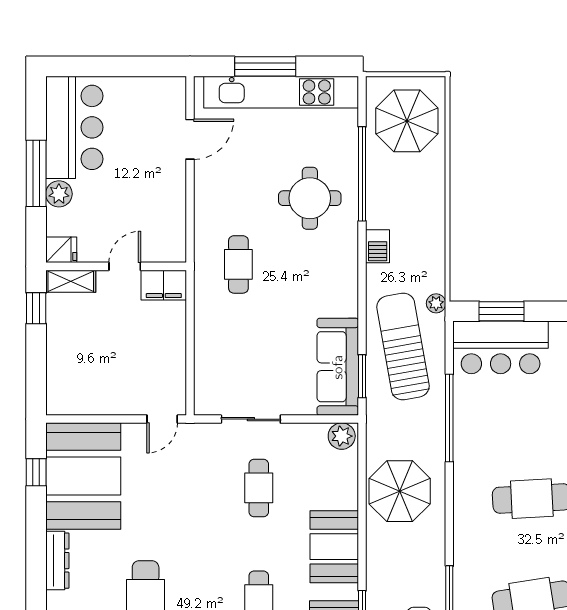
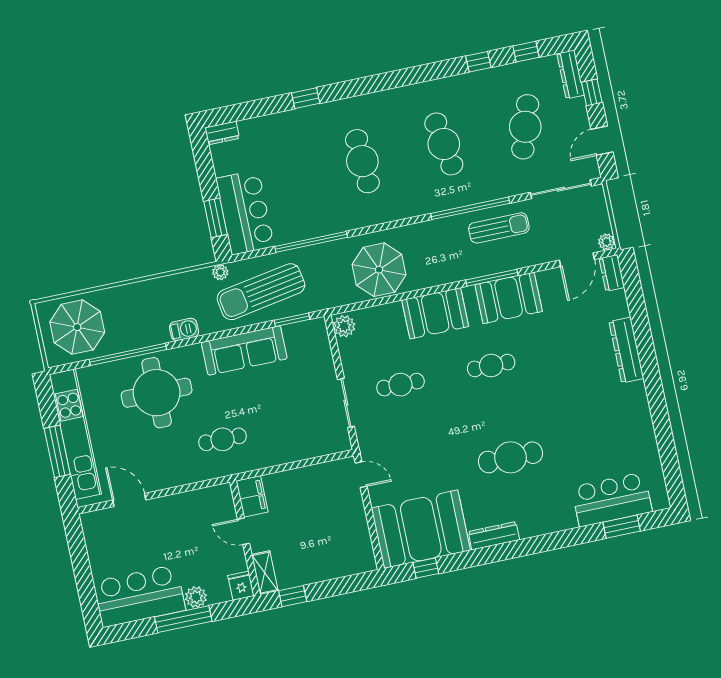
round table: (310, 198) -> (157, 393), width x1.36, depth x1.36
sofa: (338, 367) -> (244, 351), moved

